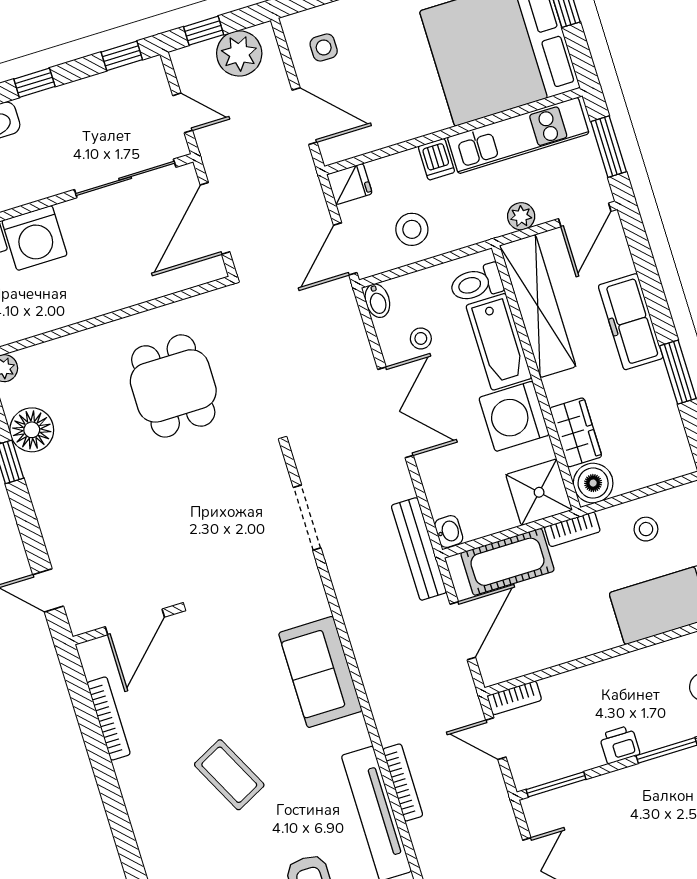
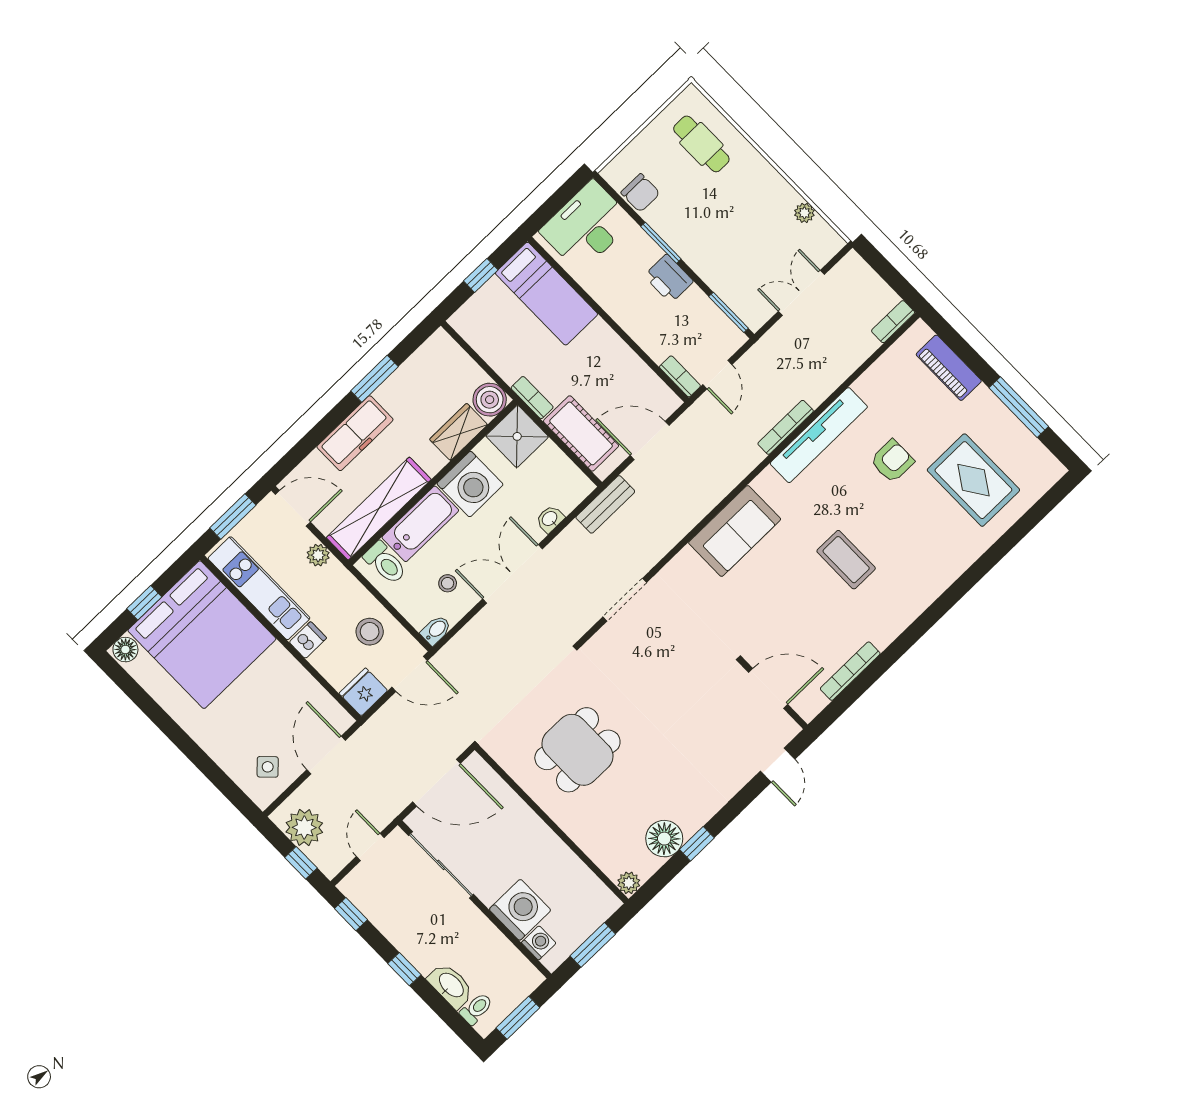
side table: (324, 47) -> (268, 767), turned 45
fridge: (349, 184) -> (363, 692), width x1.38
stool: (646, 529) -> (504, 343), removed
washbasin: (449, 531) -> (550, 519), moved
bench: (419, 549) -> (605, 504), width x0.73
printer: (619, 744) -> (669, 279), width x1.36, depth x1.24
coffee table: (229, 775) -> (846, 560), turned -63

